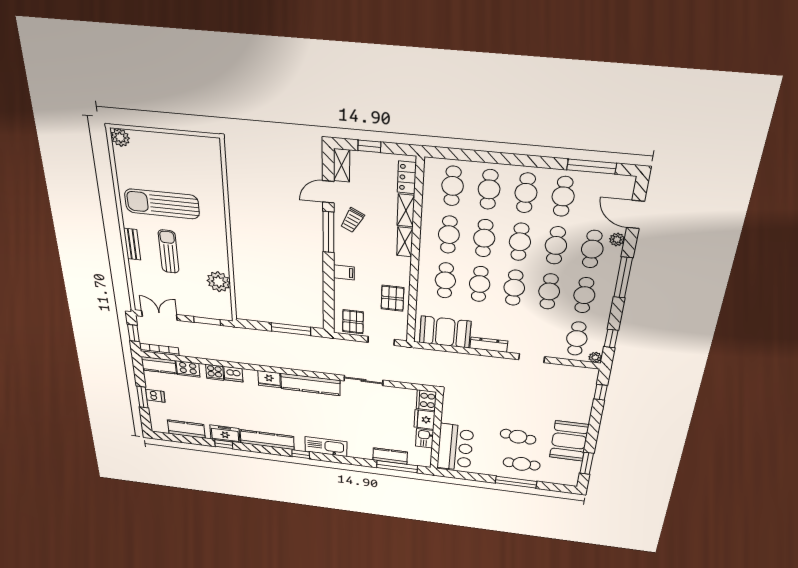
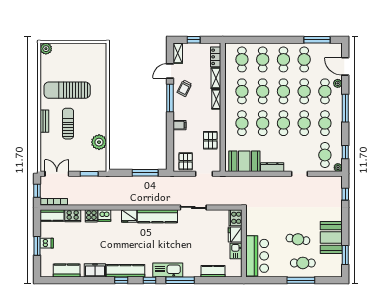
window: (224, 444) -> (121, 280), moved
window: (397, 467) -> (180, 280), moved

